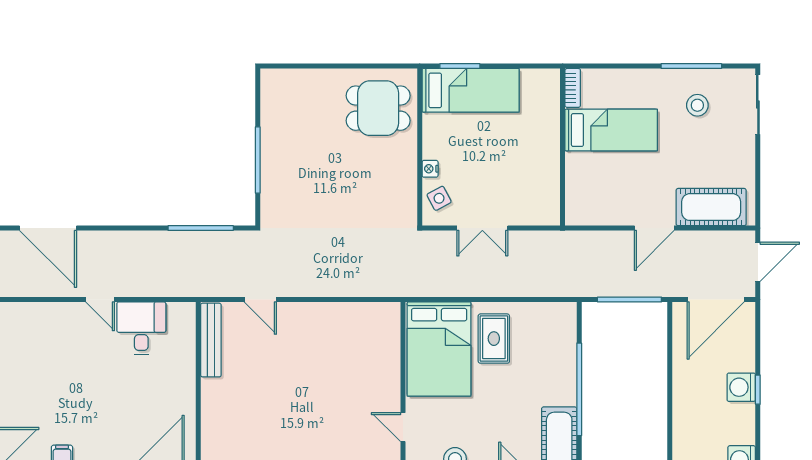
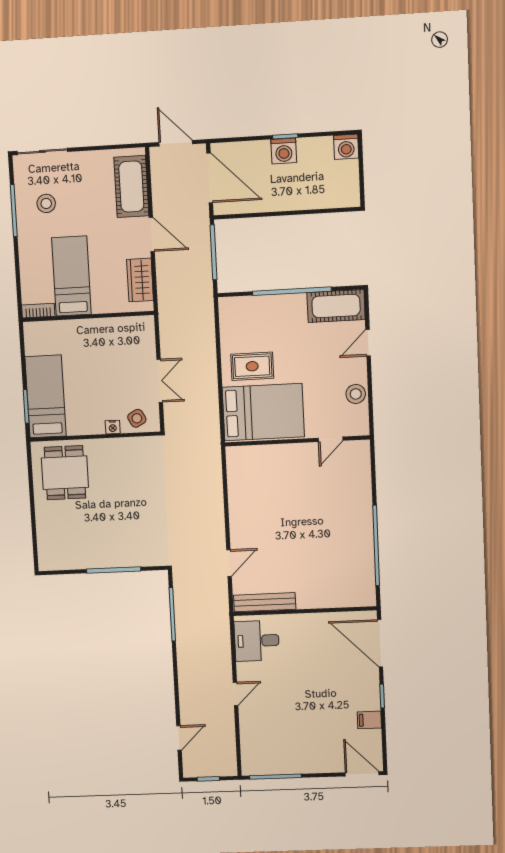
wardrobe: (602, 211) -> (140, 280), added
door: (48, 228) -> (179, 738), width x0.53
desk: (141, 328) -> (257, 641), moved

